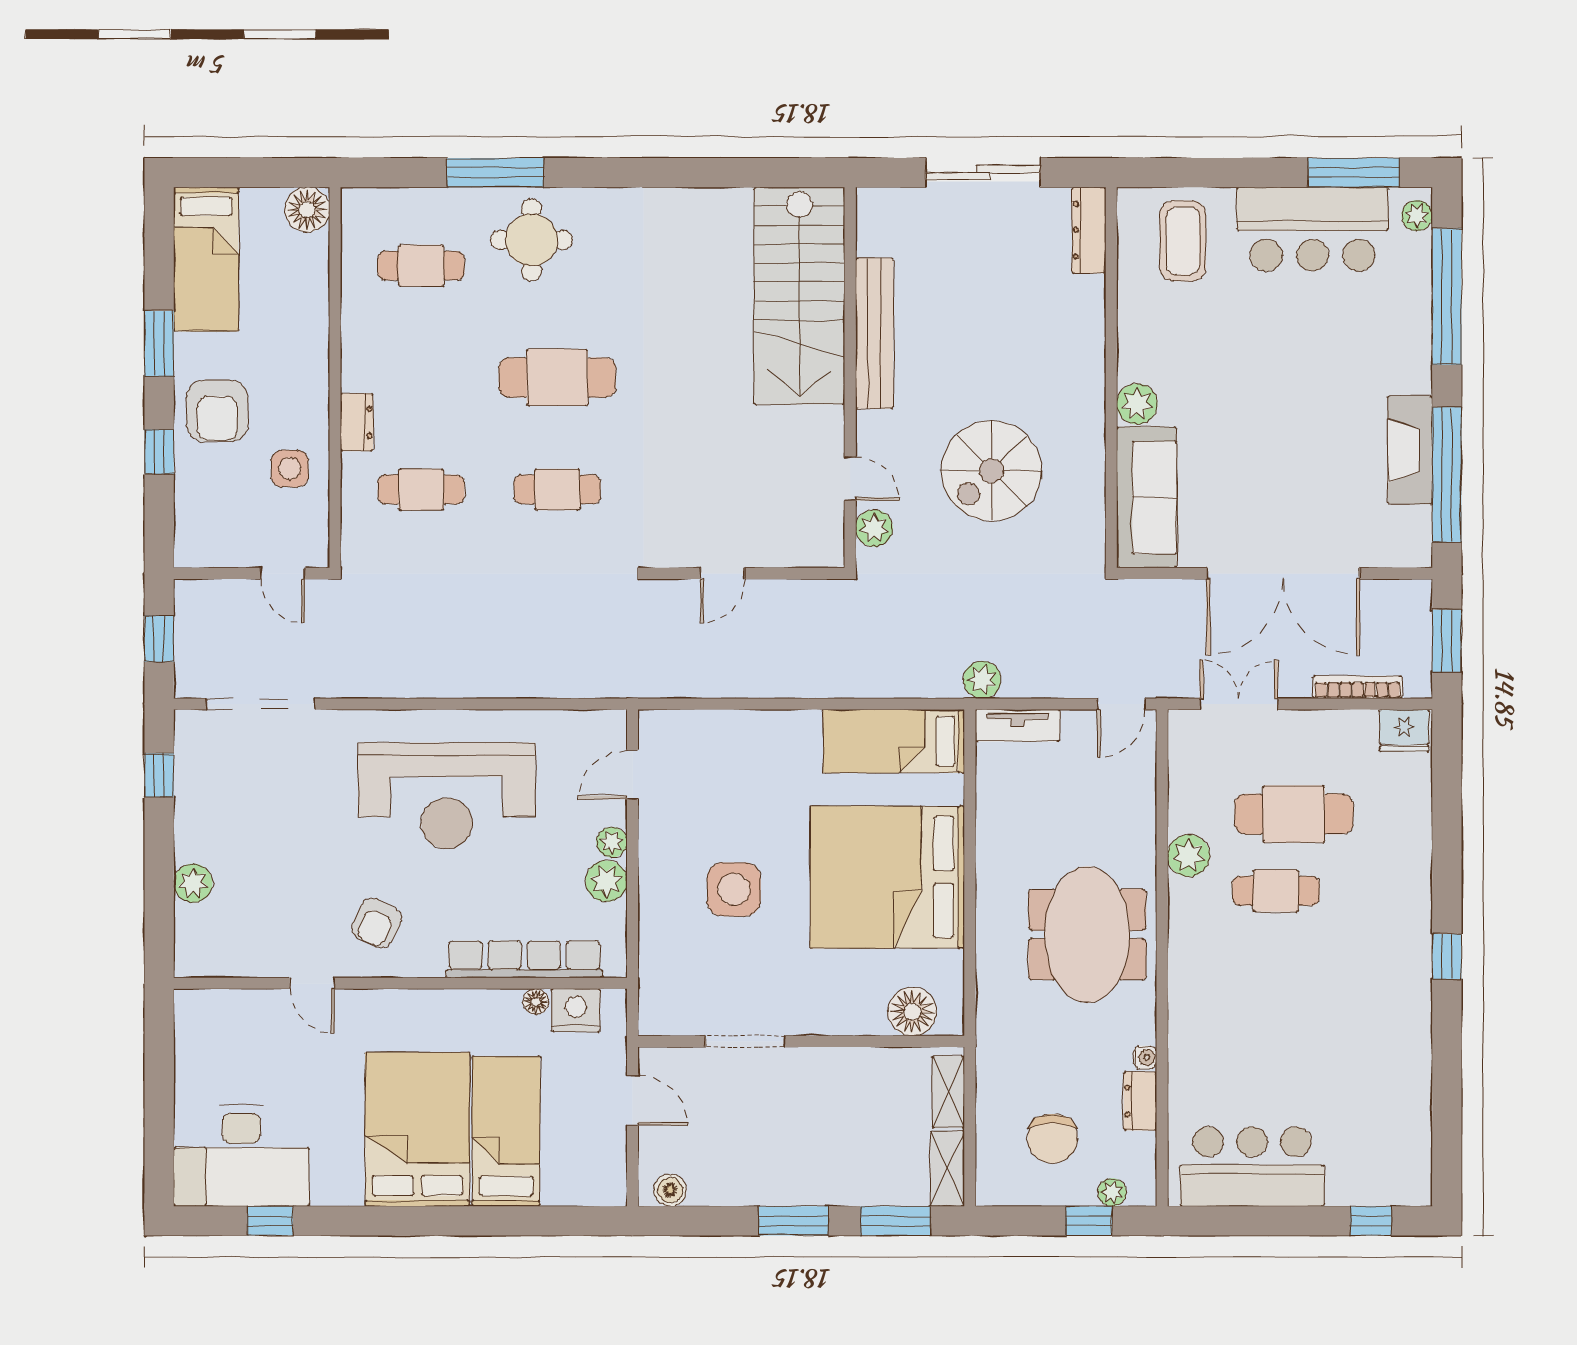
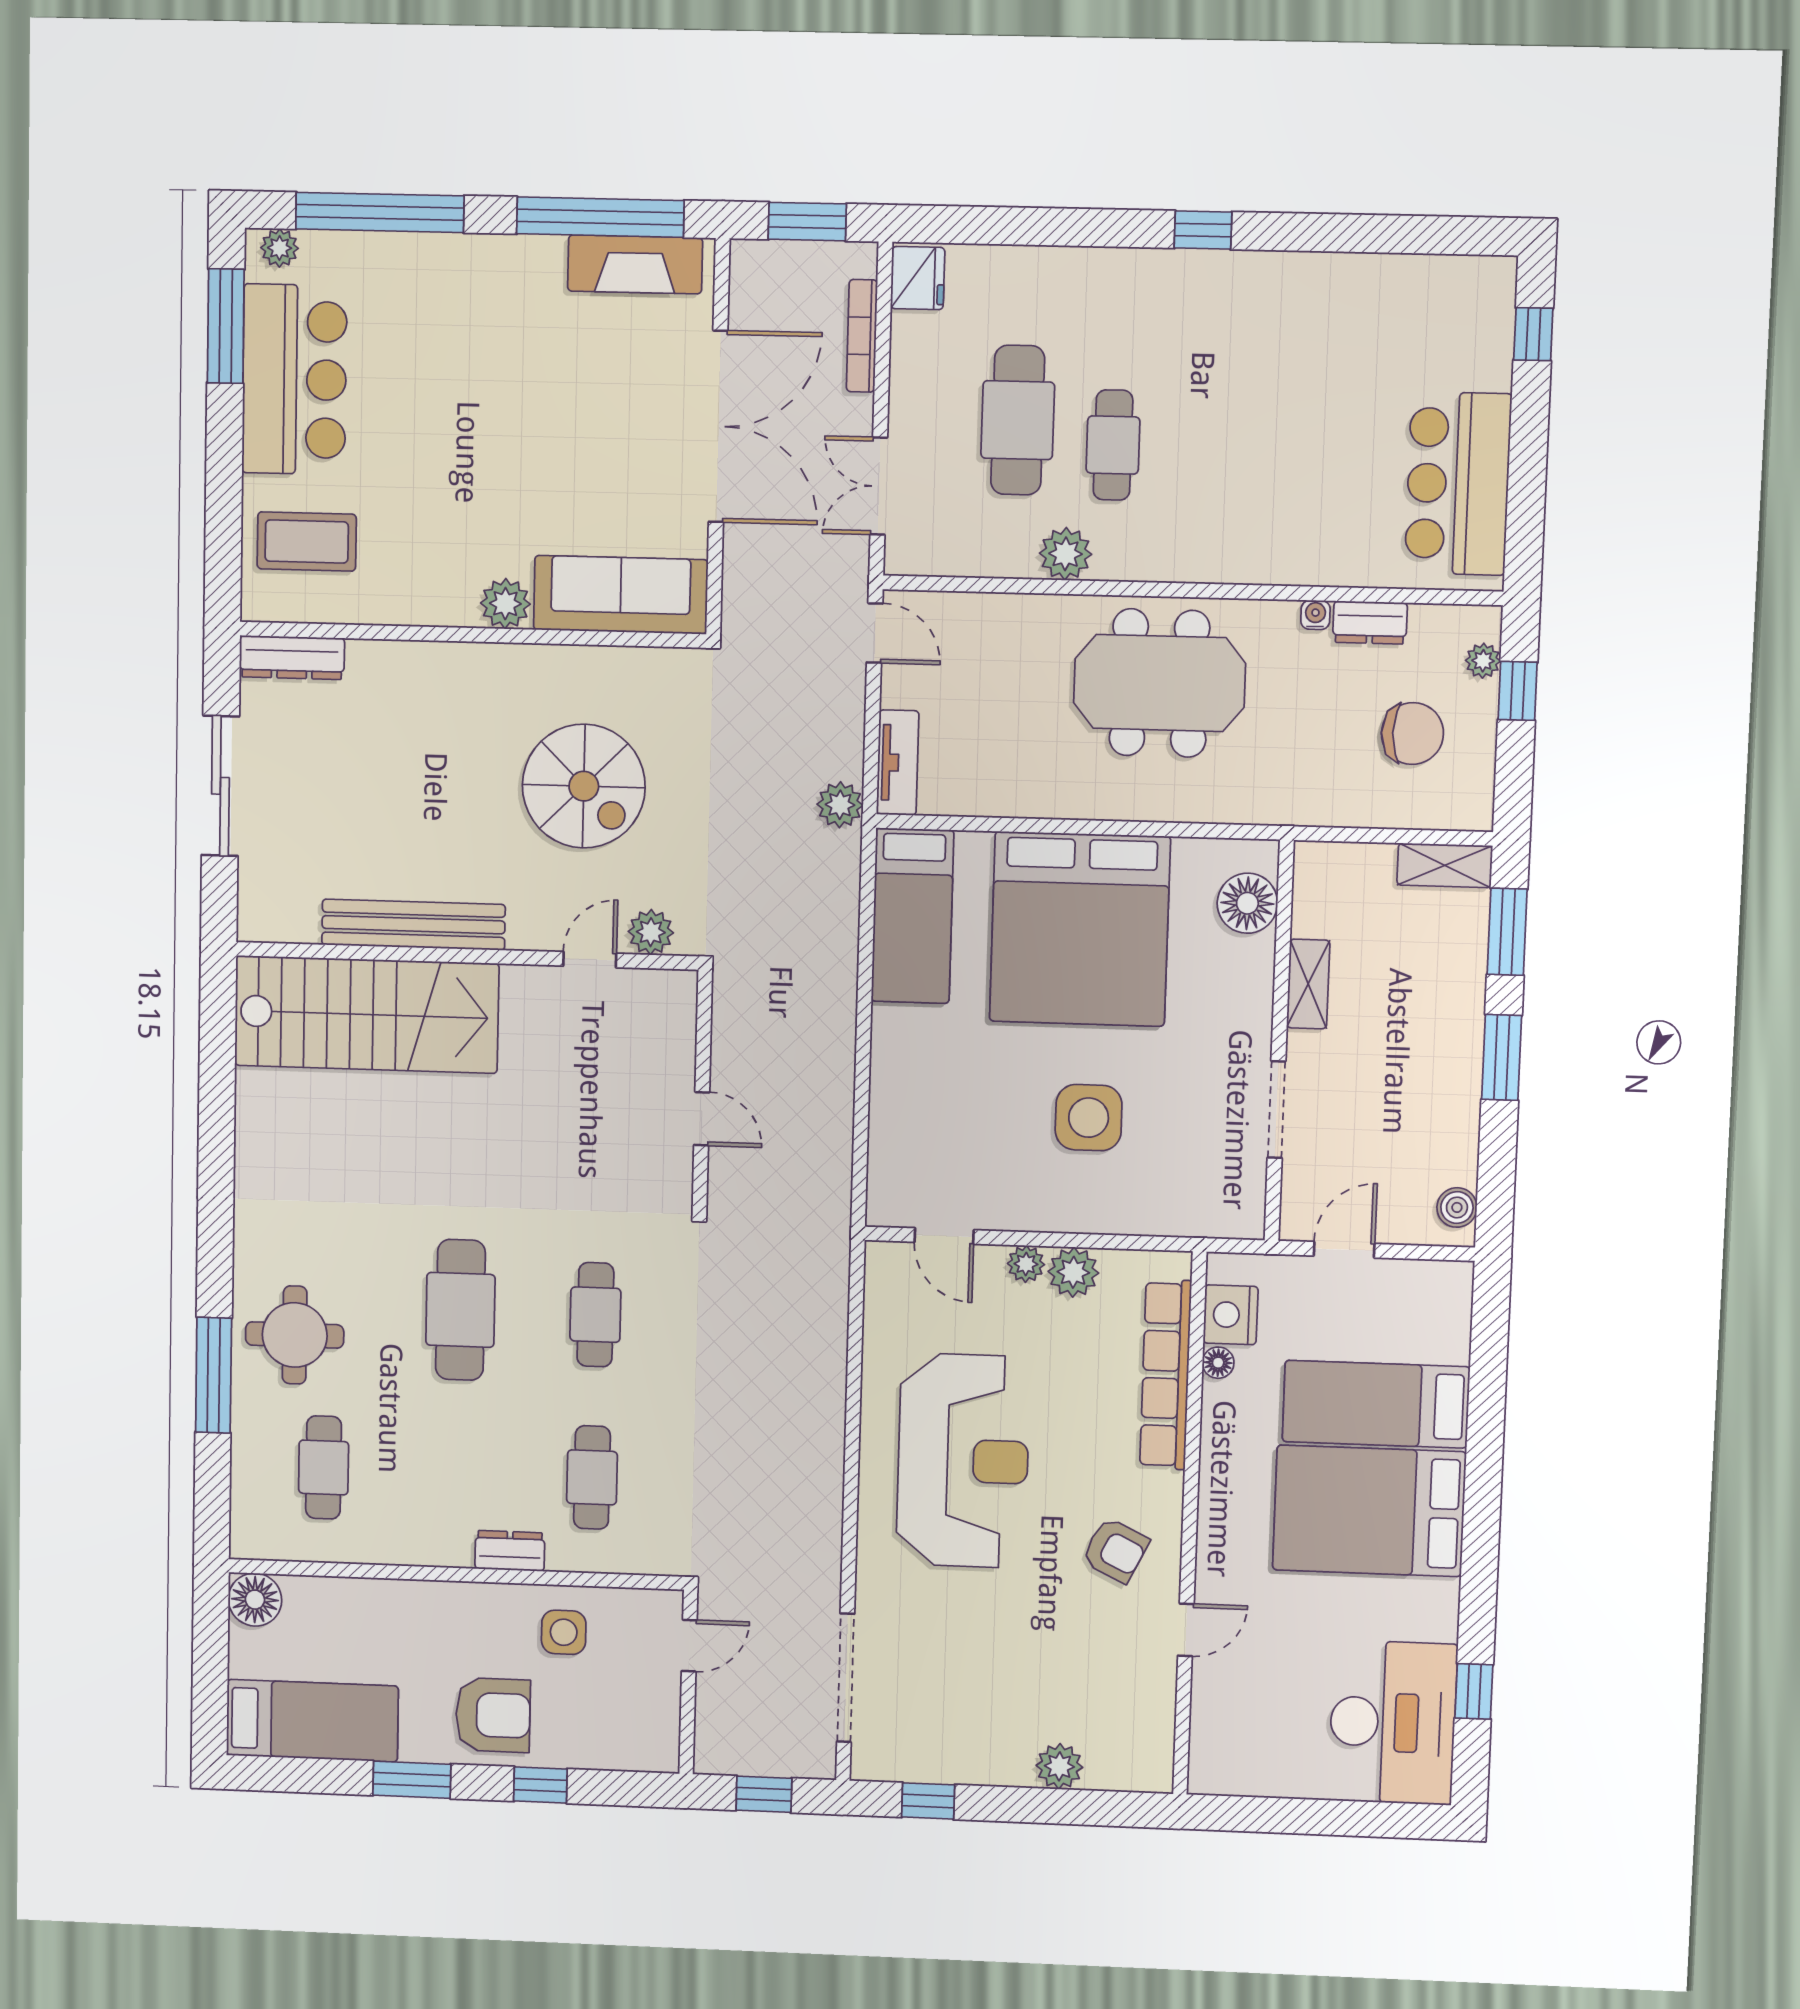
fireplace: (1410, 450) -> (635, 264), moved
shelving: (948, 1092) -> (1308, 984), moved, turned 90

